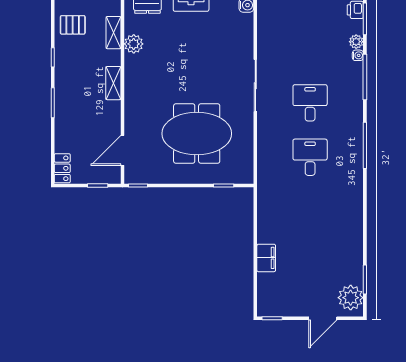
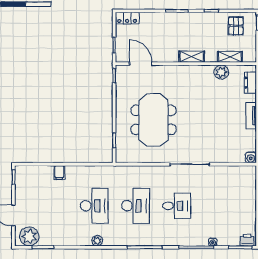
plant: (356, 42) -> (97, 241), moved
desk: (310, 157) -> (135, 206), width x1.37
desk: (310, 212) -> (94, 206), added
filing cabinet: (266, 258) -> (59, 173), width x0.50

